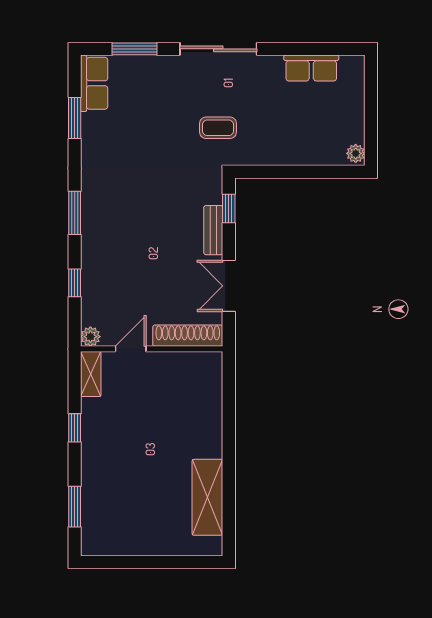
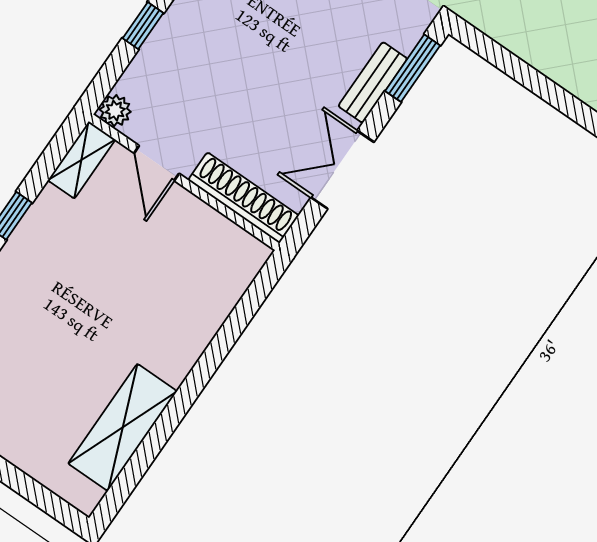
window: (229, 208) -> (413, 68), width x1.50
door: (131, 349) -> (157, 163), swing flipped

